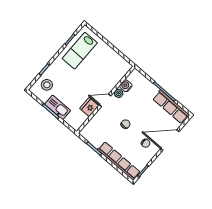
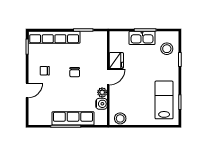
stool: (122, 64) -> (120, 118), added
row of seats: (171, 107) -> (73, 118), moved
door: (170, 140) -> (27, 90), width x0.53

